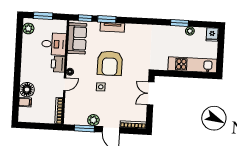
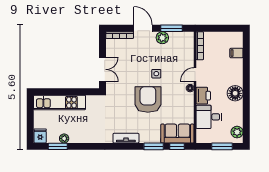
window: (179, 23) -> (58, 146), moved
tv unit: (112, 27) -> (126, 138), moved
sofa: (77, 38) -> (177, 134), moved, turned 90
floor lamp: (27, 90) -> (235, 93), moved

